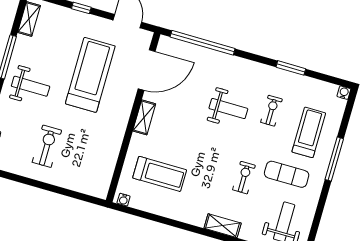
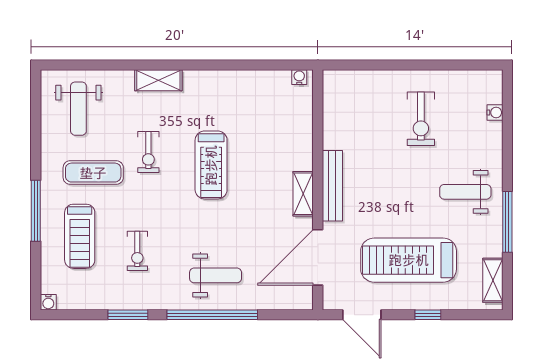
window: (203, 43) -> (212, 315), moved
treadmill: (90, 75) -> (409, 260), moved, turned 90
weight bench: (228, 109) -> (216, 275), moved, turned 180
bench: (122, 117) -> (332, 186), added
treadmill: (160, 174) -> (211, 165), moved, turned -90

